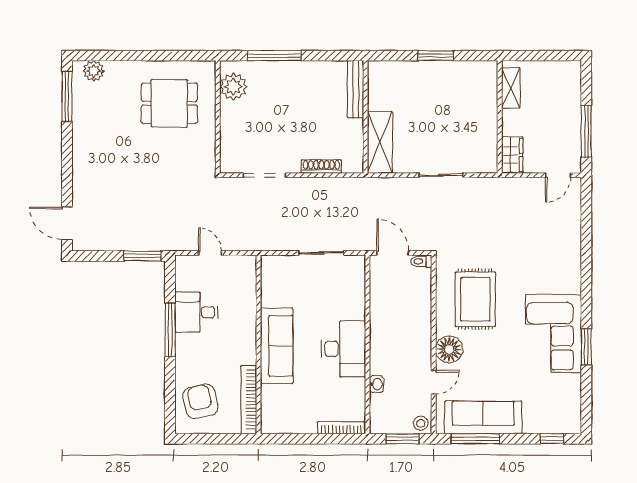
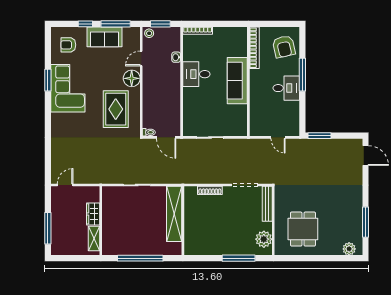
window: (435, 56) -> (140, 258), width x2.11
bench: (356, 89) -> (267, 204), moved
window: (67, 96) -> (366, 222), moved
dining table: (169, 103) -> (303, 229), turned 90
window: (586, 131) -> (48, 228), moved
shelving: (380, 142) -> (174, 214), width x1.47
wardrobe: (512, 155) -> (93, 214), moved
desk: (196, 312) -> (286, 88), moved
window: (170, 330) -> (302, 75), moved
desk: (343, 349) -> (196, 74), width x0.73
armchair: (553, 404) -> (68, 45), added
sofa: (483, 417) -> (105, 37), width x0.73
window: (552, 439) -> (85, 24), moved

